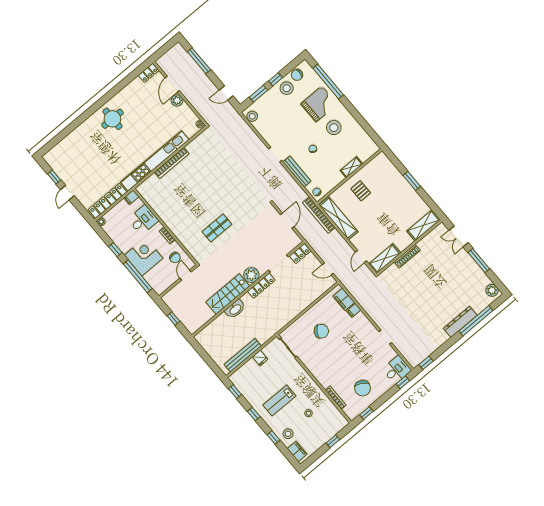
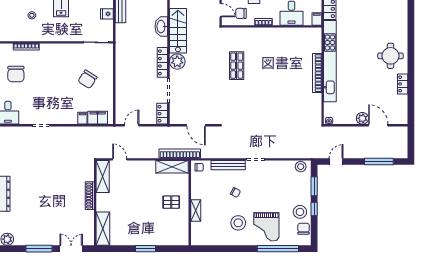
locker: (149, 73) -> (403, 84), moved
shelving: (338, 218) -> (172, 167), width x0.68
chair: (363, 388) -> (16, 74), turned -119

